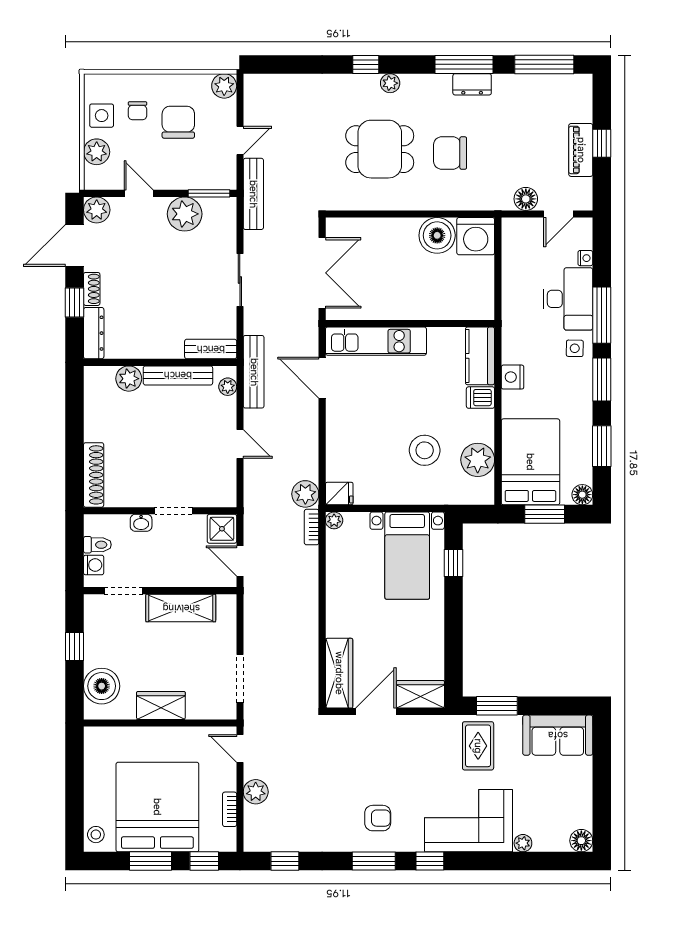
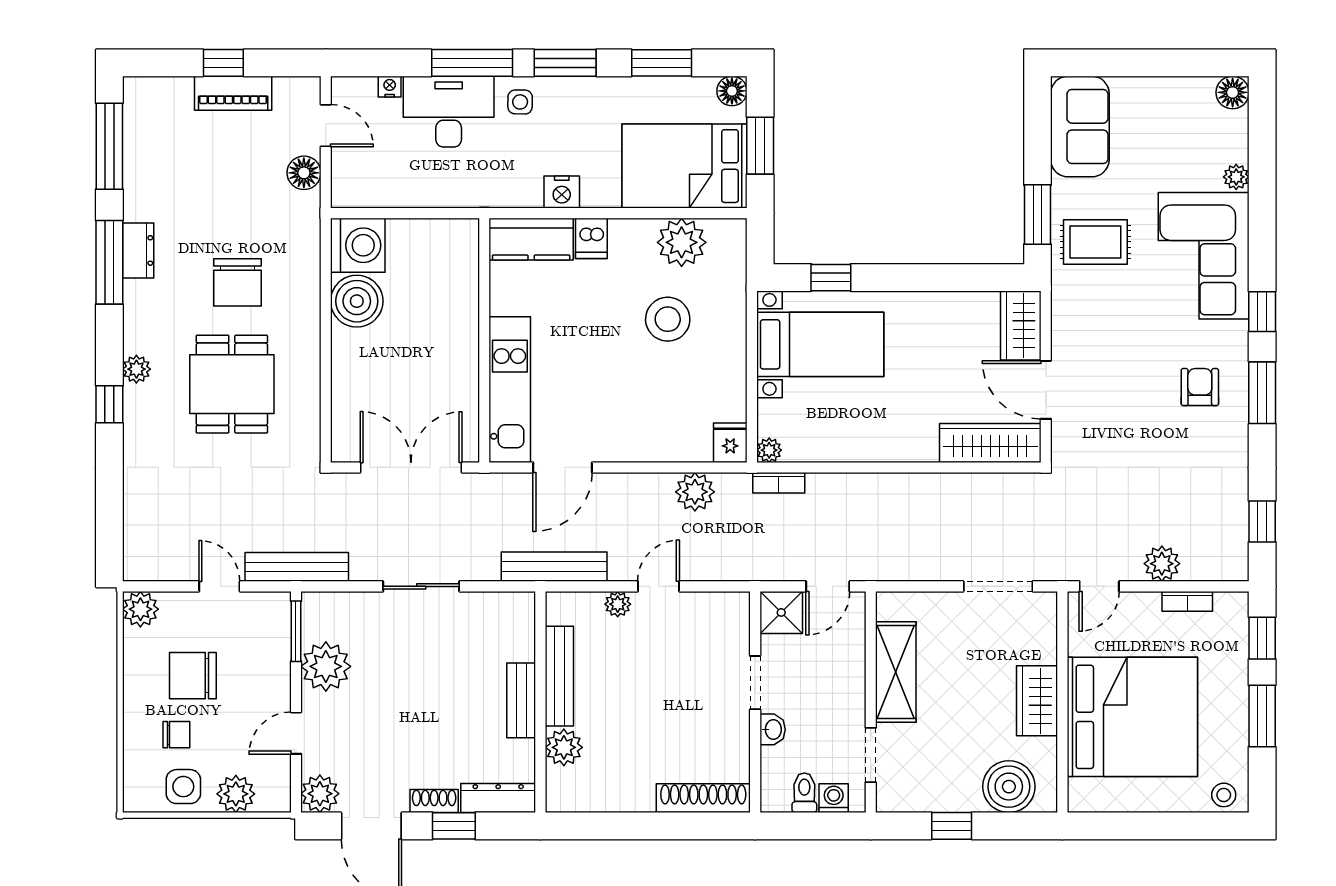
bench: (211, 349) -> (521, 700), moved
plant: (228, 387) -> (618, 604), moved
plant: (305, 494) -> (695, 492), moved
bed: (157, 807) -> (1132, 717), moved, turned 180

